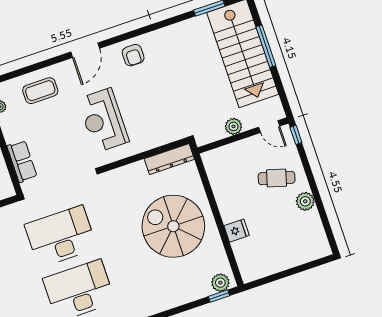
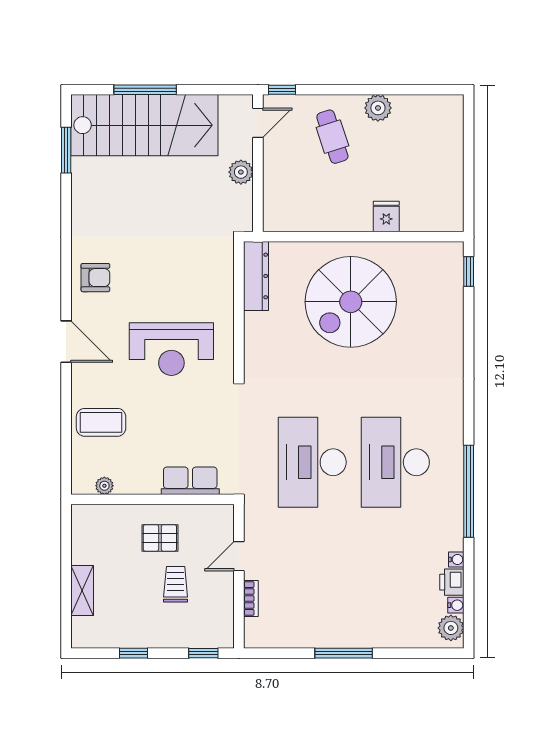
coffee table: (40, 91) -> (101, 422), turned 90
cafe table: (277, 178) -> (332, 137), turned -34
plant: (220, 283) -> (451, 263), removed

